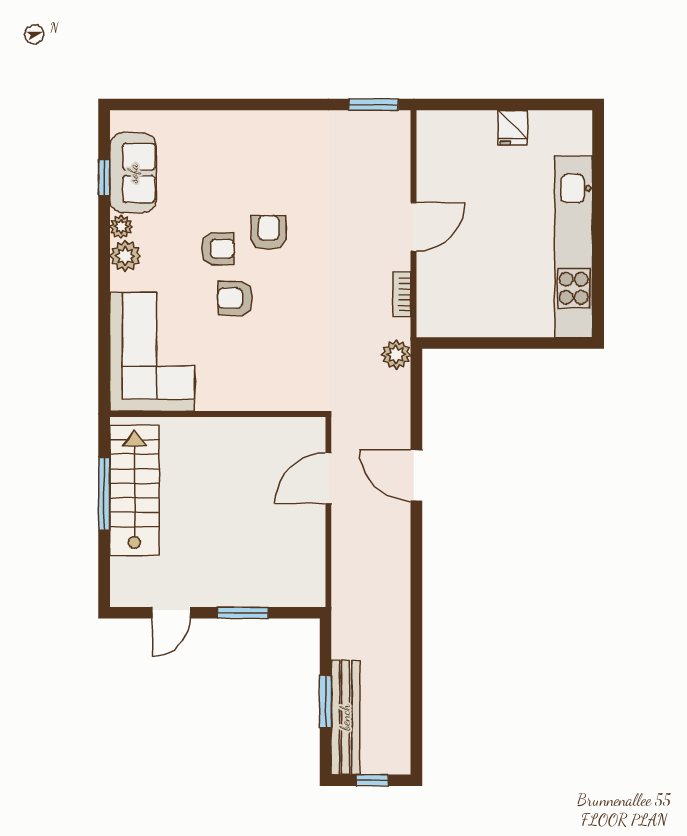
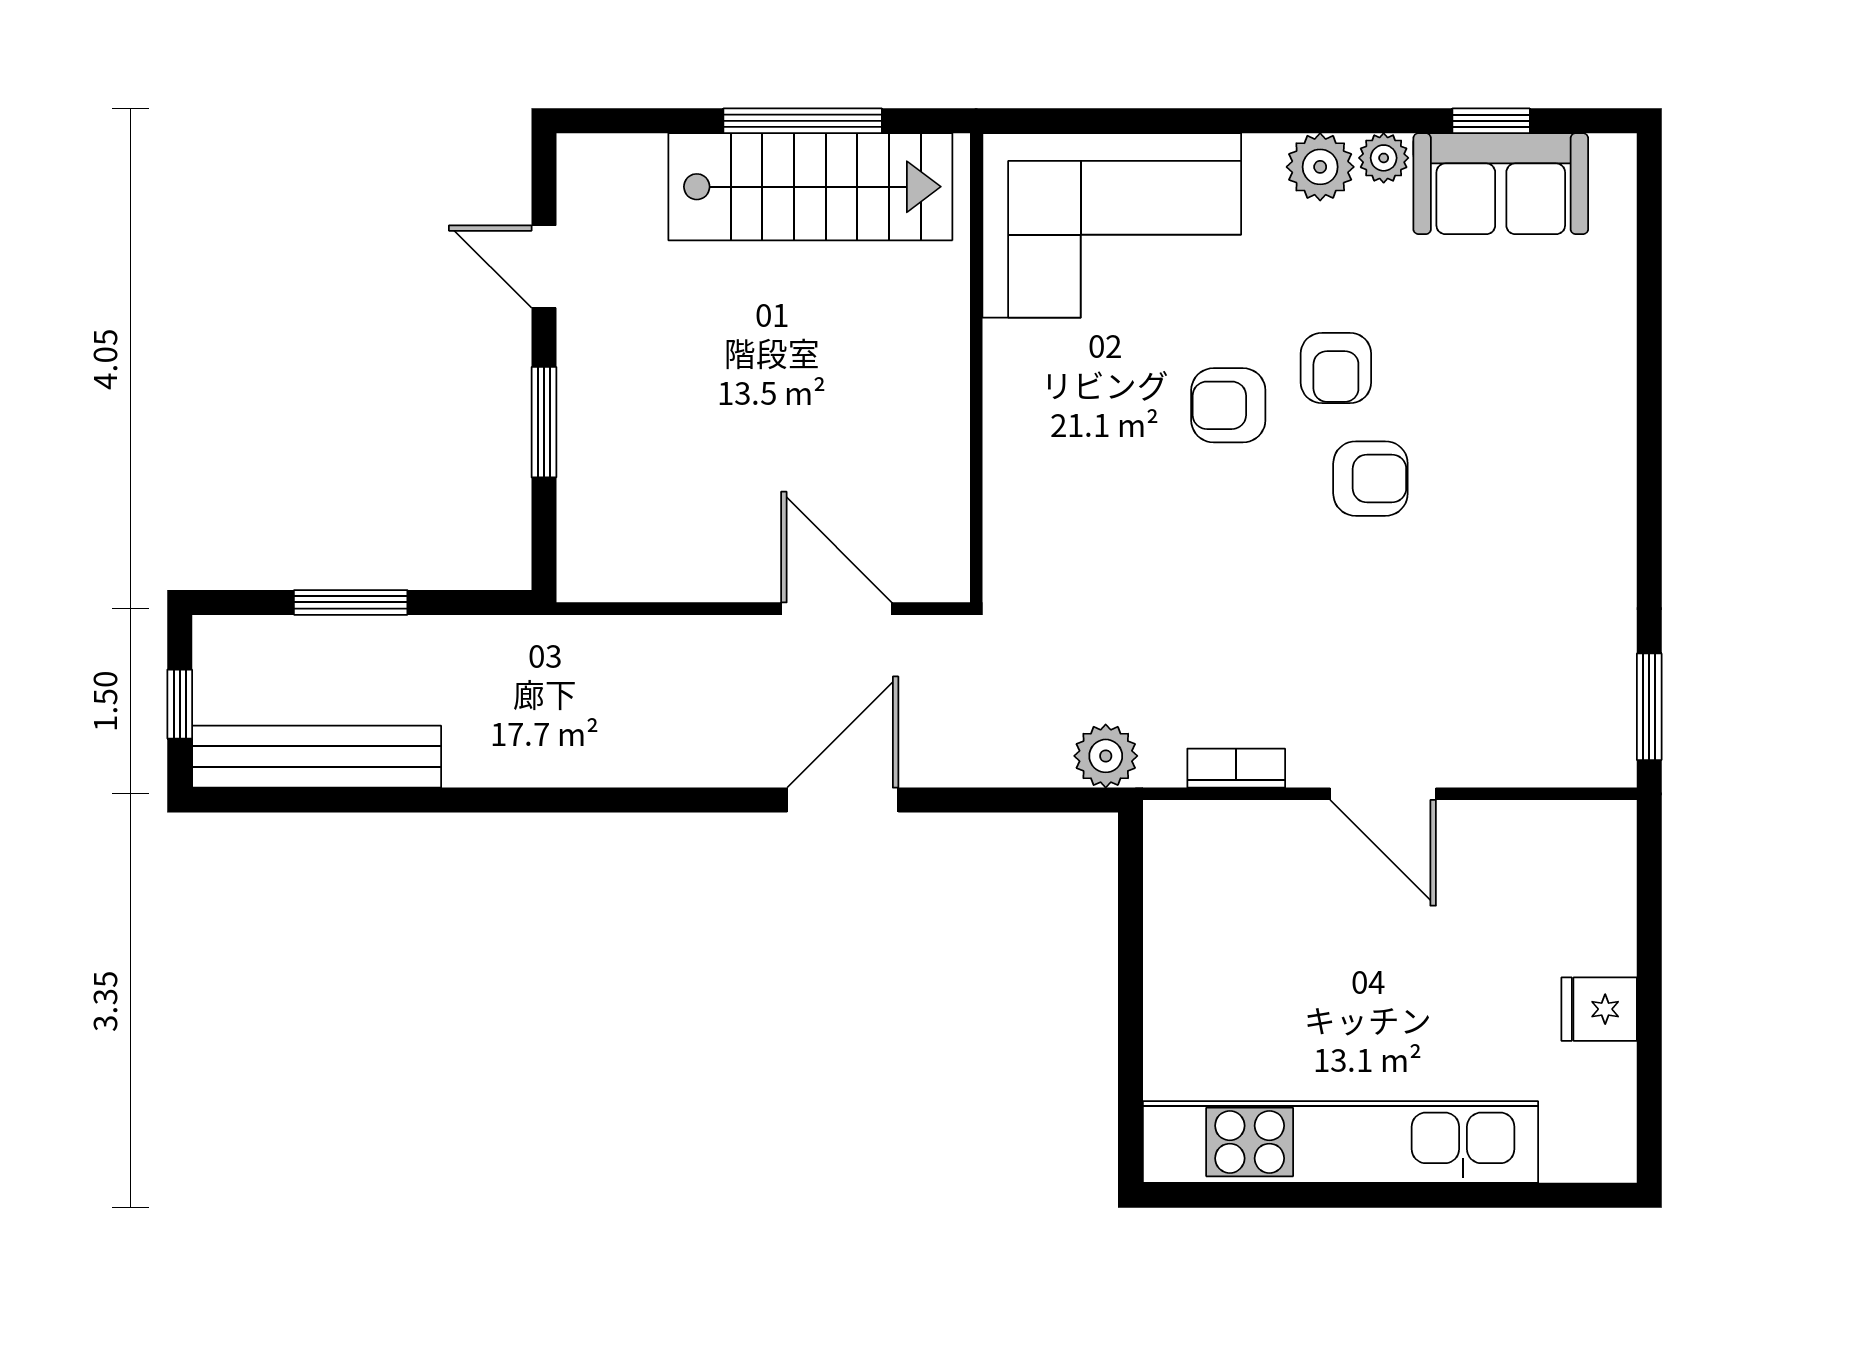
armchair: (235, 298) -> (1228, 405), turned -90
bench: (345, 717) -> (317, 757), moved

